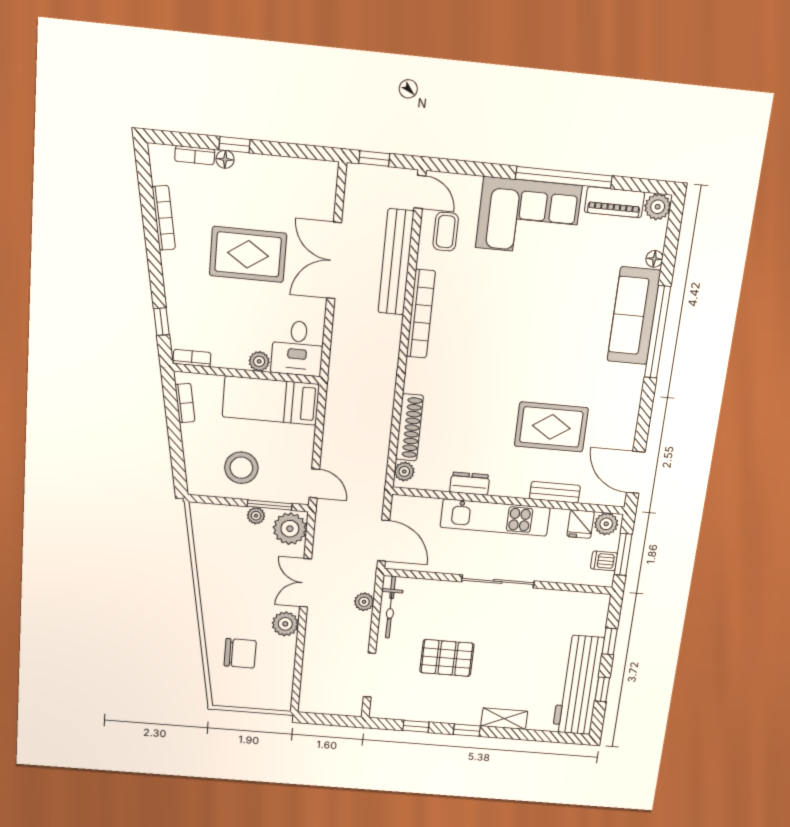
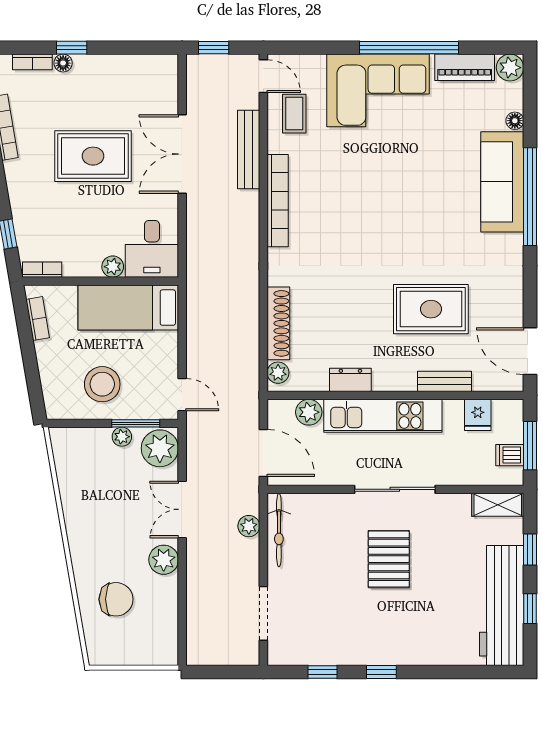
bench: (396, 262) -> (249, 149), width x0.73, depth x0.82
plant: (606, 524) -> (309, 412), moved
pallet: (447, 658) -> (389, 559), moved, turned 90
shelving: (504, 719) -> (498, 505), moved

